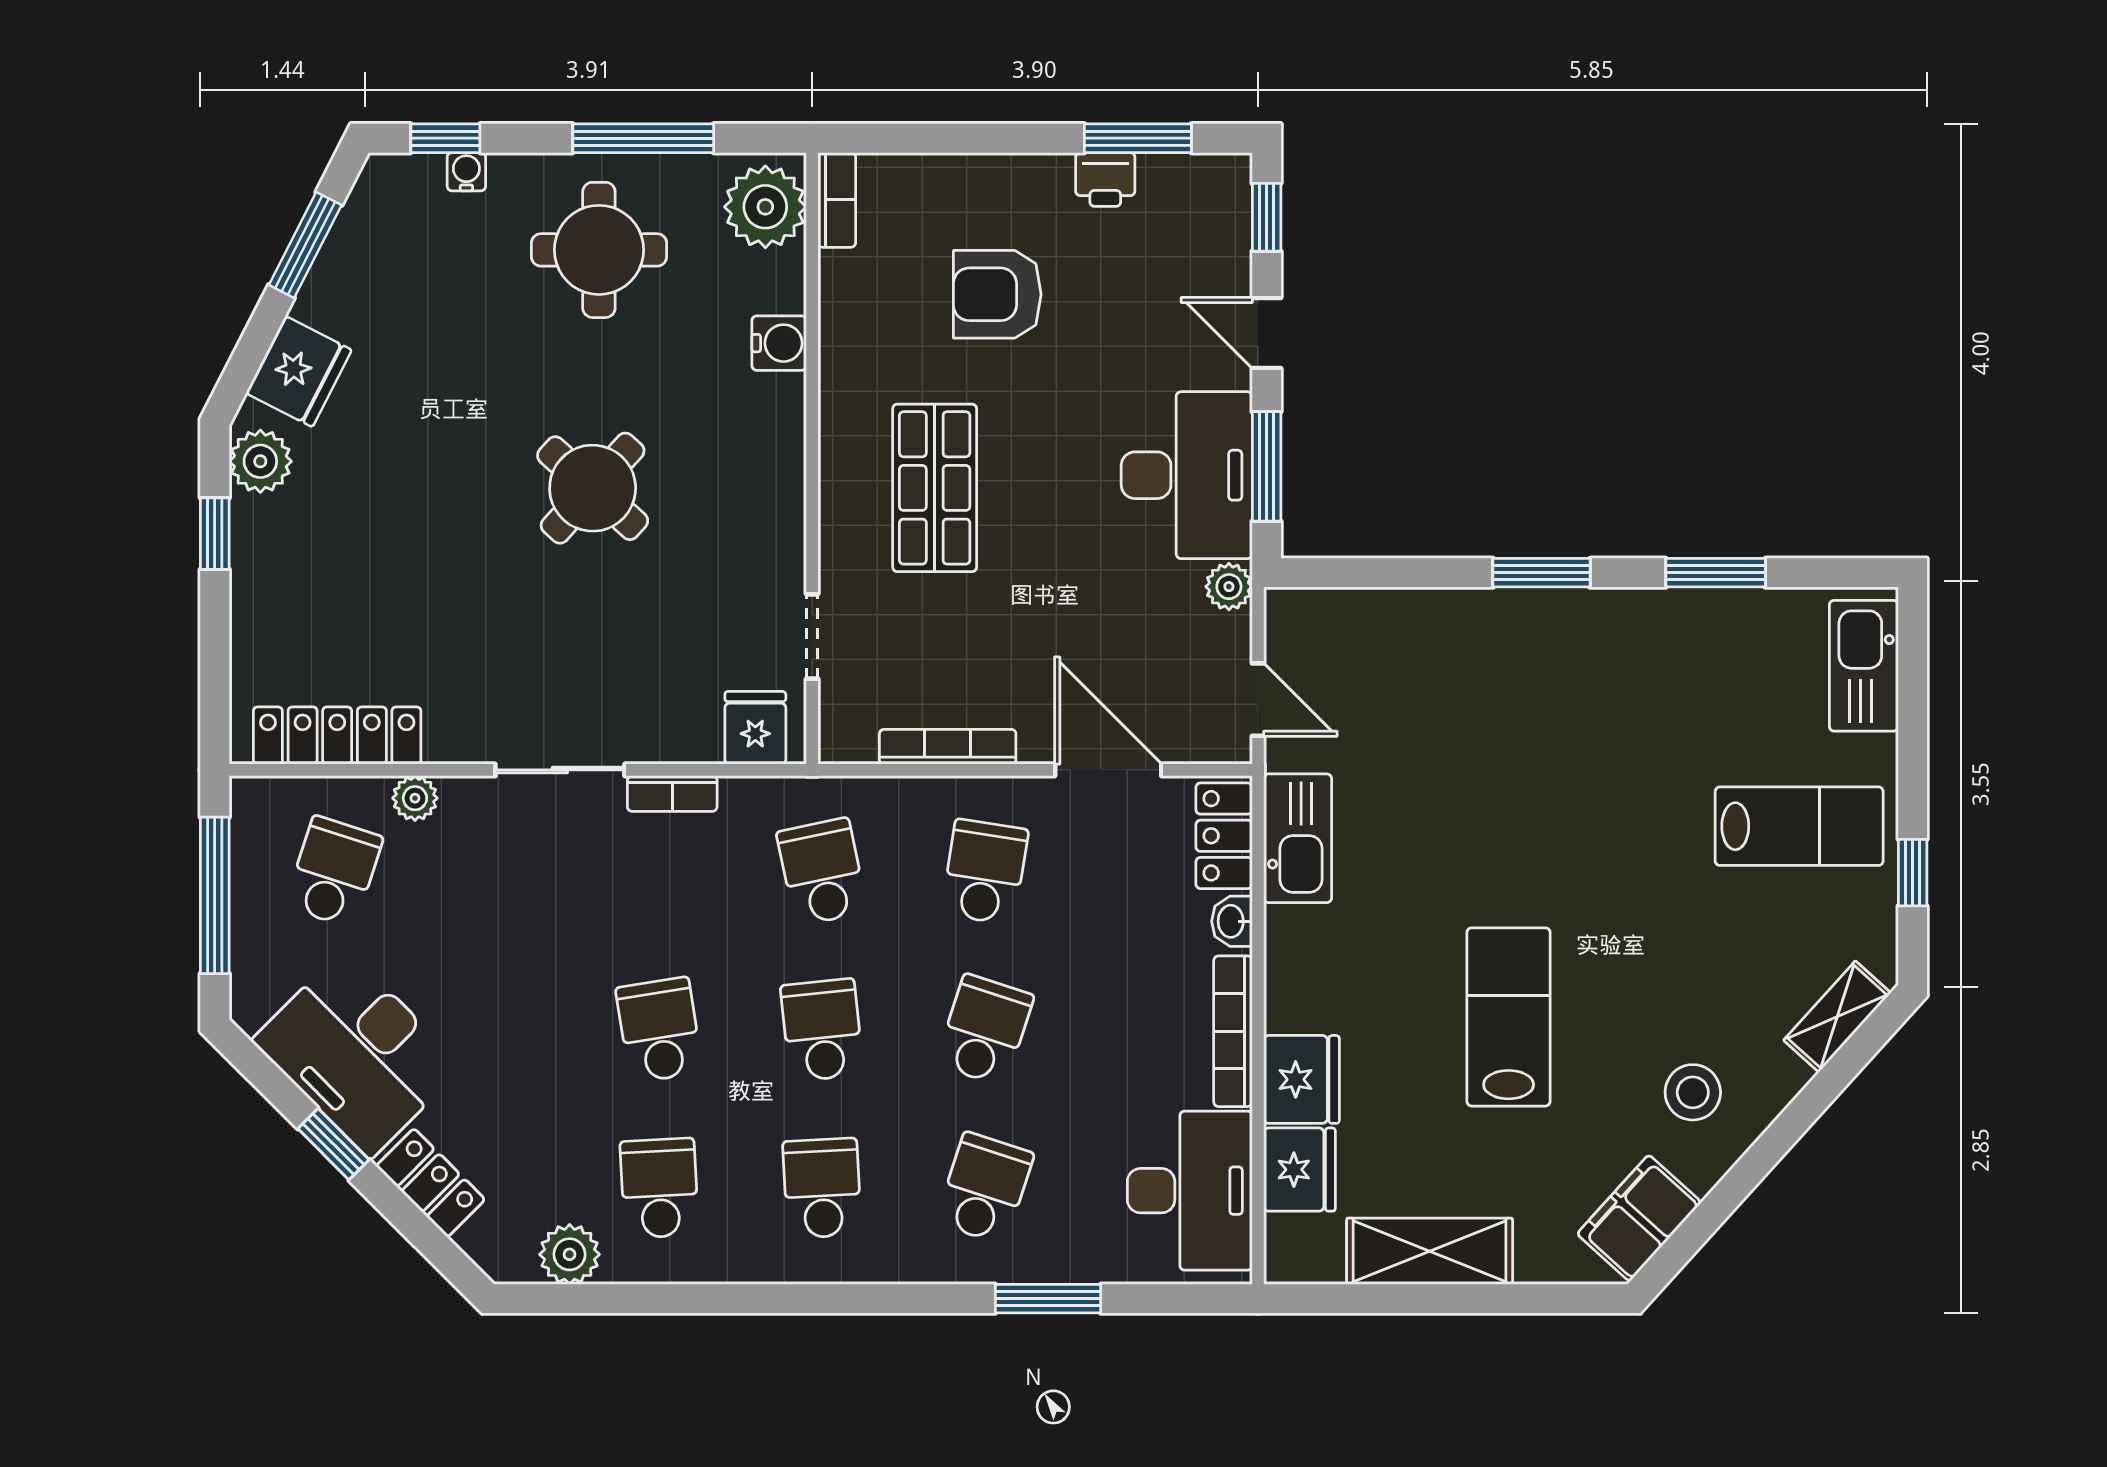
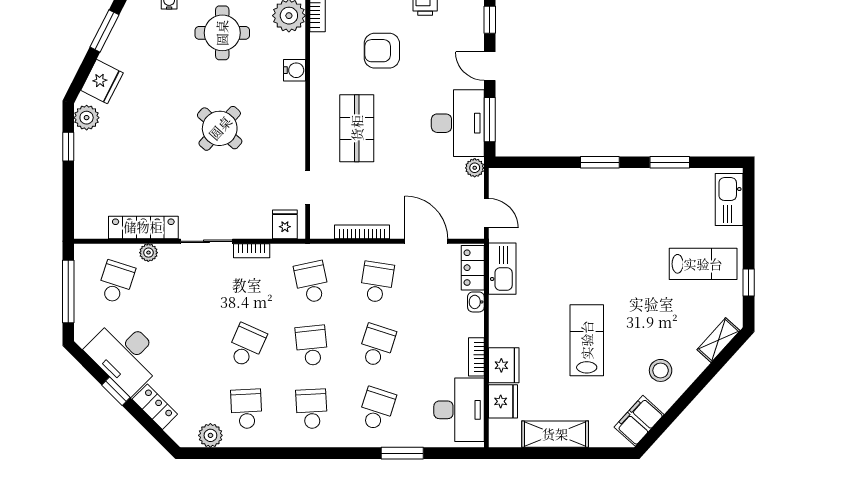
locker: (337, 736) -> (143, 227), moved
school desk: (659, 1030) -> (246, 345), turned 33
bookcase: (1233, 1031) -> (476, 357), width x0.64

